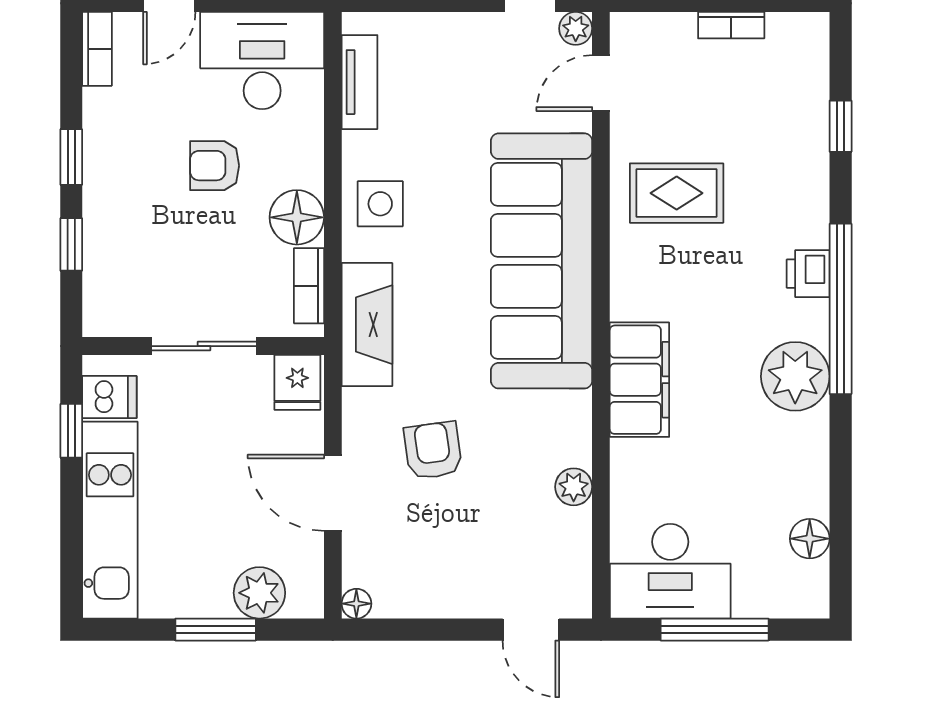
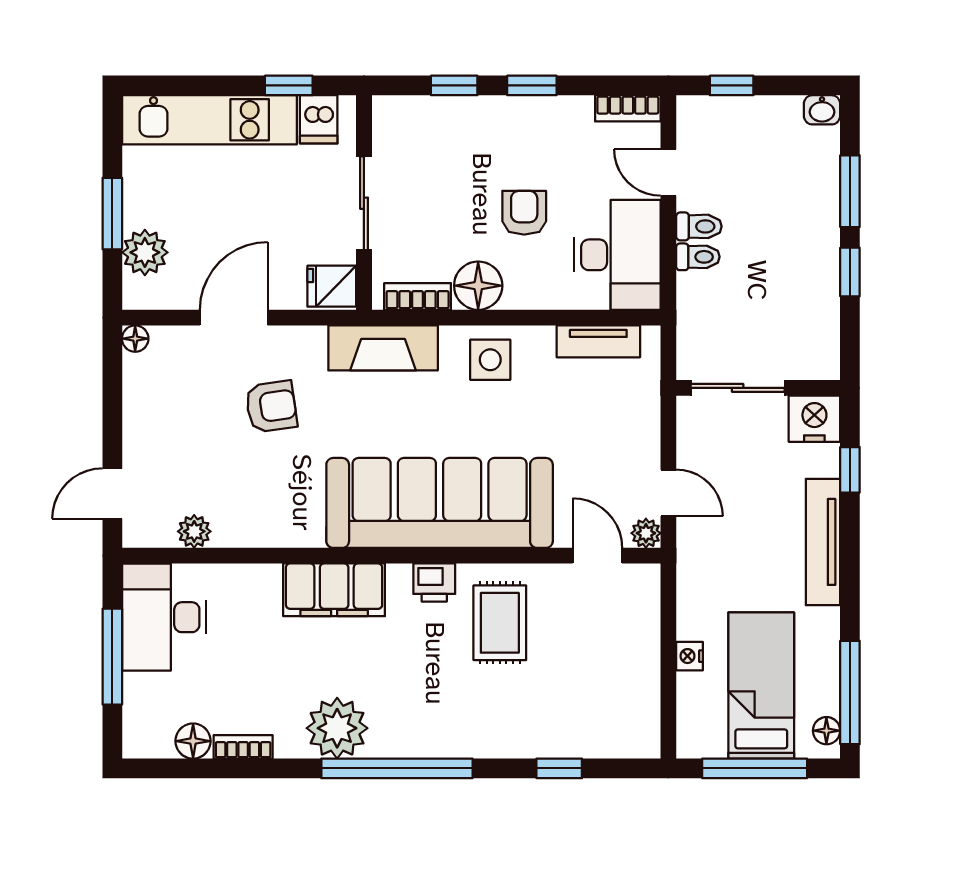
bookcase: (731, 25) -> (243, 747), moved, turned 90
printer: (808, 274) -> (434, 583), moved, turned 180
plant: (574, 487) -> (194, 531), moved

